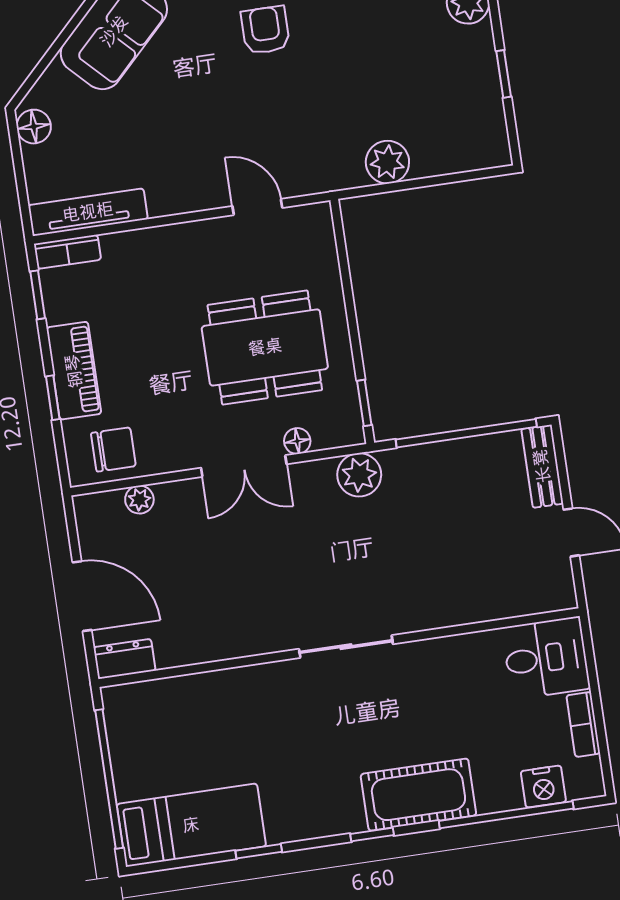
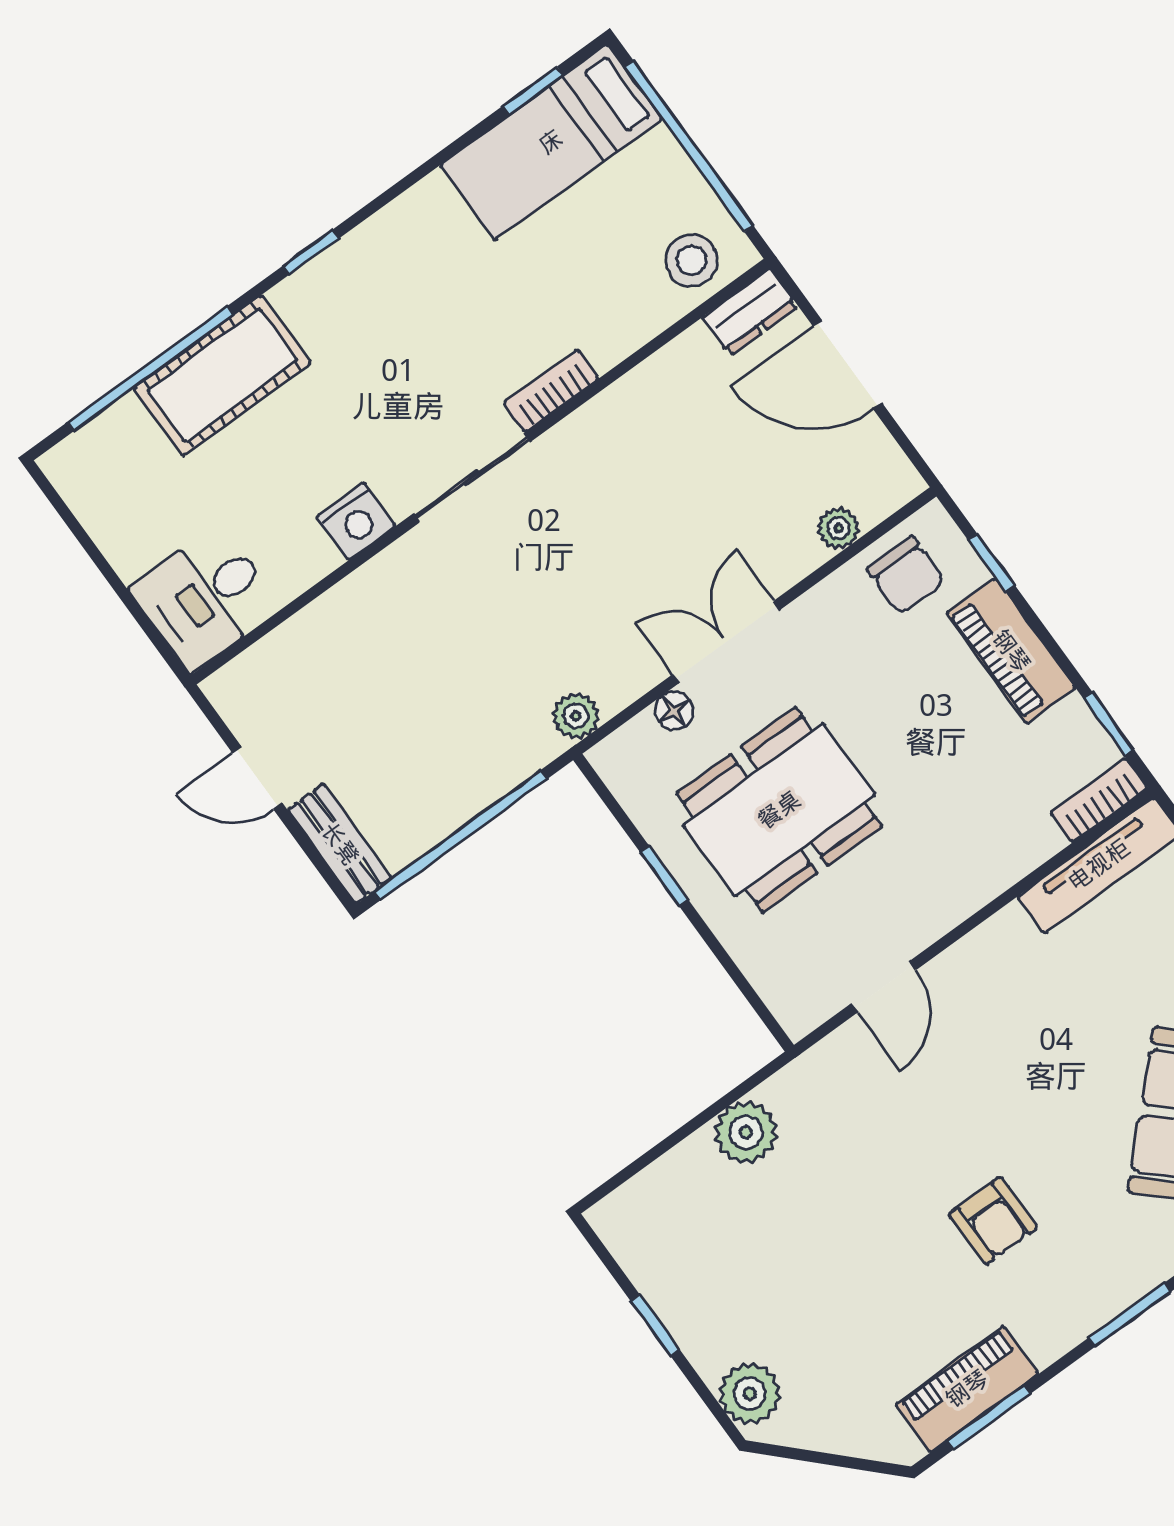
door: (257, 207) -> (884, 987), hinge flipped
window: (53, 398) -> (991, 563), moved
window: (364, 403) -> (664, 876), moved
chair: (113, 449) -> (906, 575), turned -90
plant: (359, 475) -> (576, 716), width x0.73, depth x0.73
stool: (144, 709) -> (692, 261), added
bookcase: (583, 724) -> (551, 391), moved, turned -90
nightstand: (543, 787) -> (356, 521), moved, turned 180
cot: (418, 795) -> (222, 376), moved
window: (259, 851) -> (533, 91), moved

